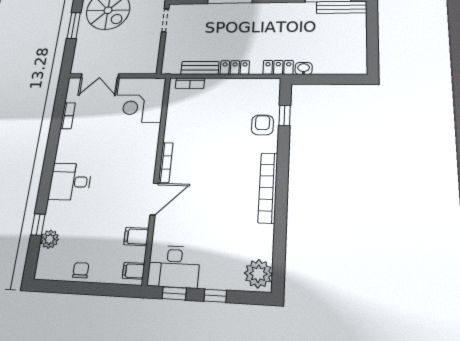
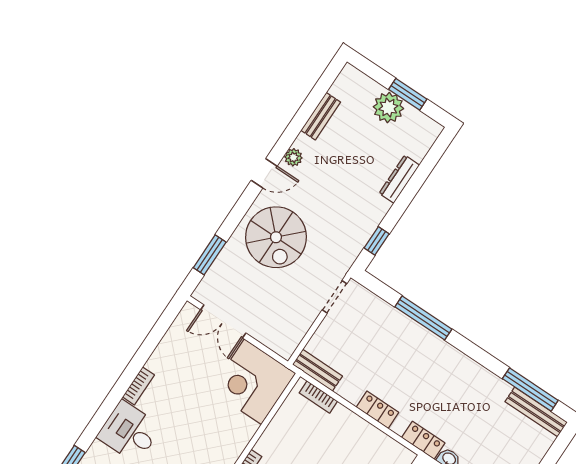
window: (74, 26) -> (210, 255), moved
bench: (200, 68) -> (317, 370), moved
bookcase: (68, 116) -> (138, 386), moved

